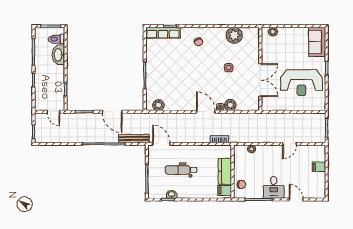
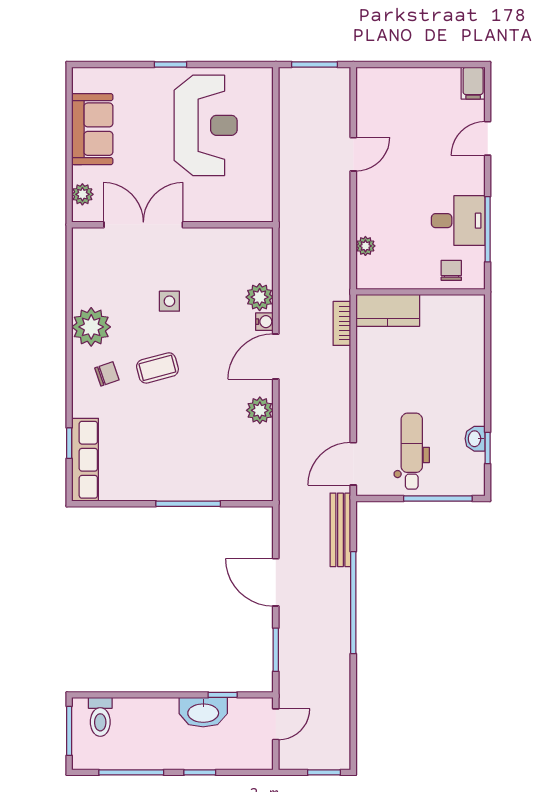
plant: (234, 35) -> (91, 327), moved
sofa: (317, 42) -> (92, 129), moved, turned -90
washbasin: (58, 55) -> (203, 712), moved
coffee table: (201, 63) -> (157, 368), added
double door: (260, 80) -> (143, 225), moved
plant: (158, 105) -> (260, 410), moved
door: (112, 112) -> (276, 582), swing flipped
door: (290, 144) -> (353, 154), hinge flipped
filing cabinet: (319, 167) -> (473, 83), moved
dental chair: (181, 170) -> (412, 451), moved, turned 180
kitchen counter: (225, 171) -> (388, 310), moved
desk: (274, 187) -> (458, 221), moved
filing cabinet: (225, 190) -> (466, 311), removed

